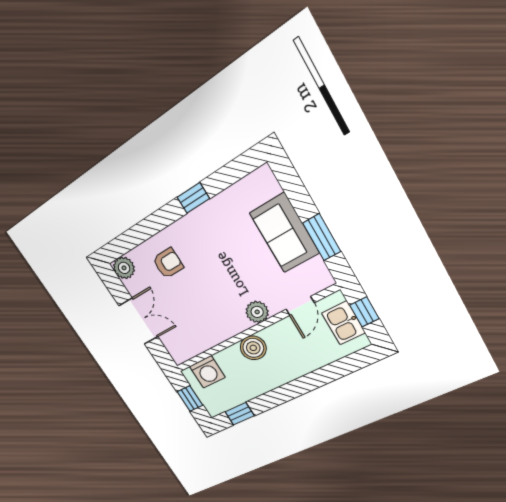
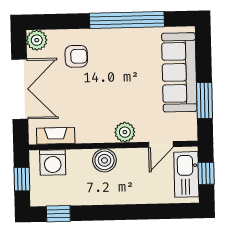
window: (193, 198) -> (127, 20), width x3.17
sofa: (284, 233) -> (179, 72), width x1.36
double door: (138, 321) -> (20, 89), width x1.37
kitchen sink: (343, 323) -> (186, 174), width x1.38
fireplace: (195, 347) -> (56, 136), added

